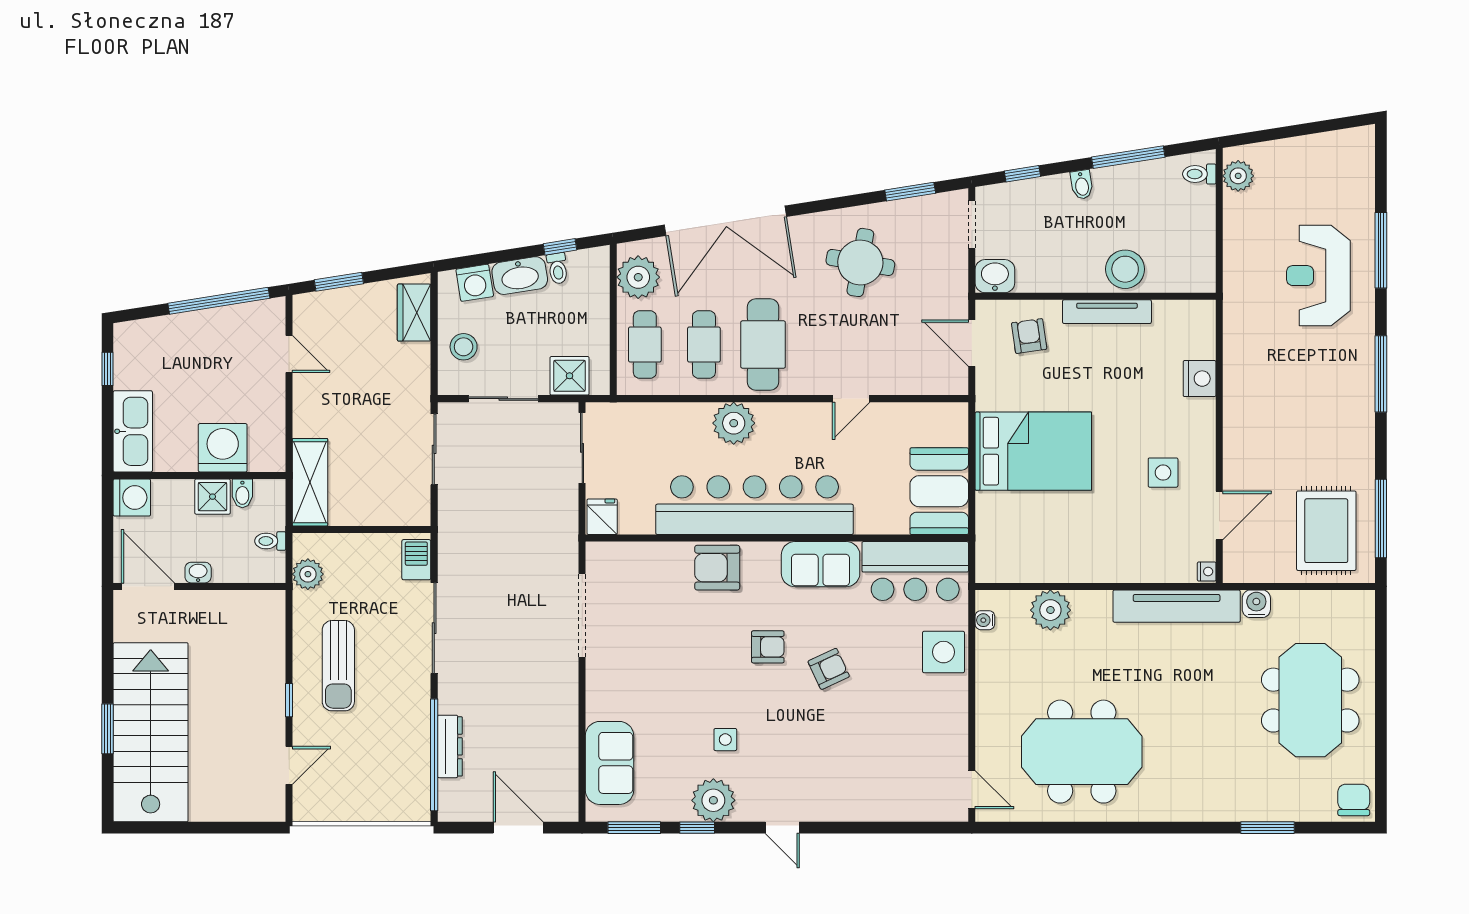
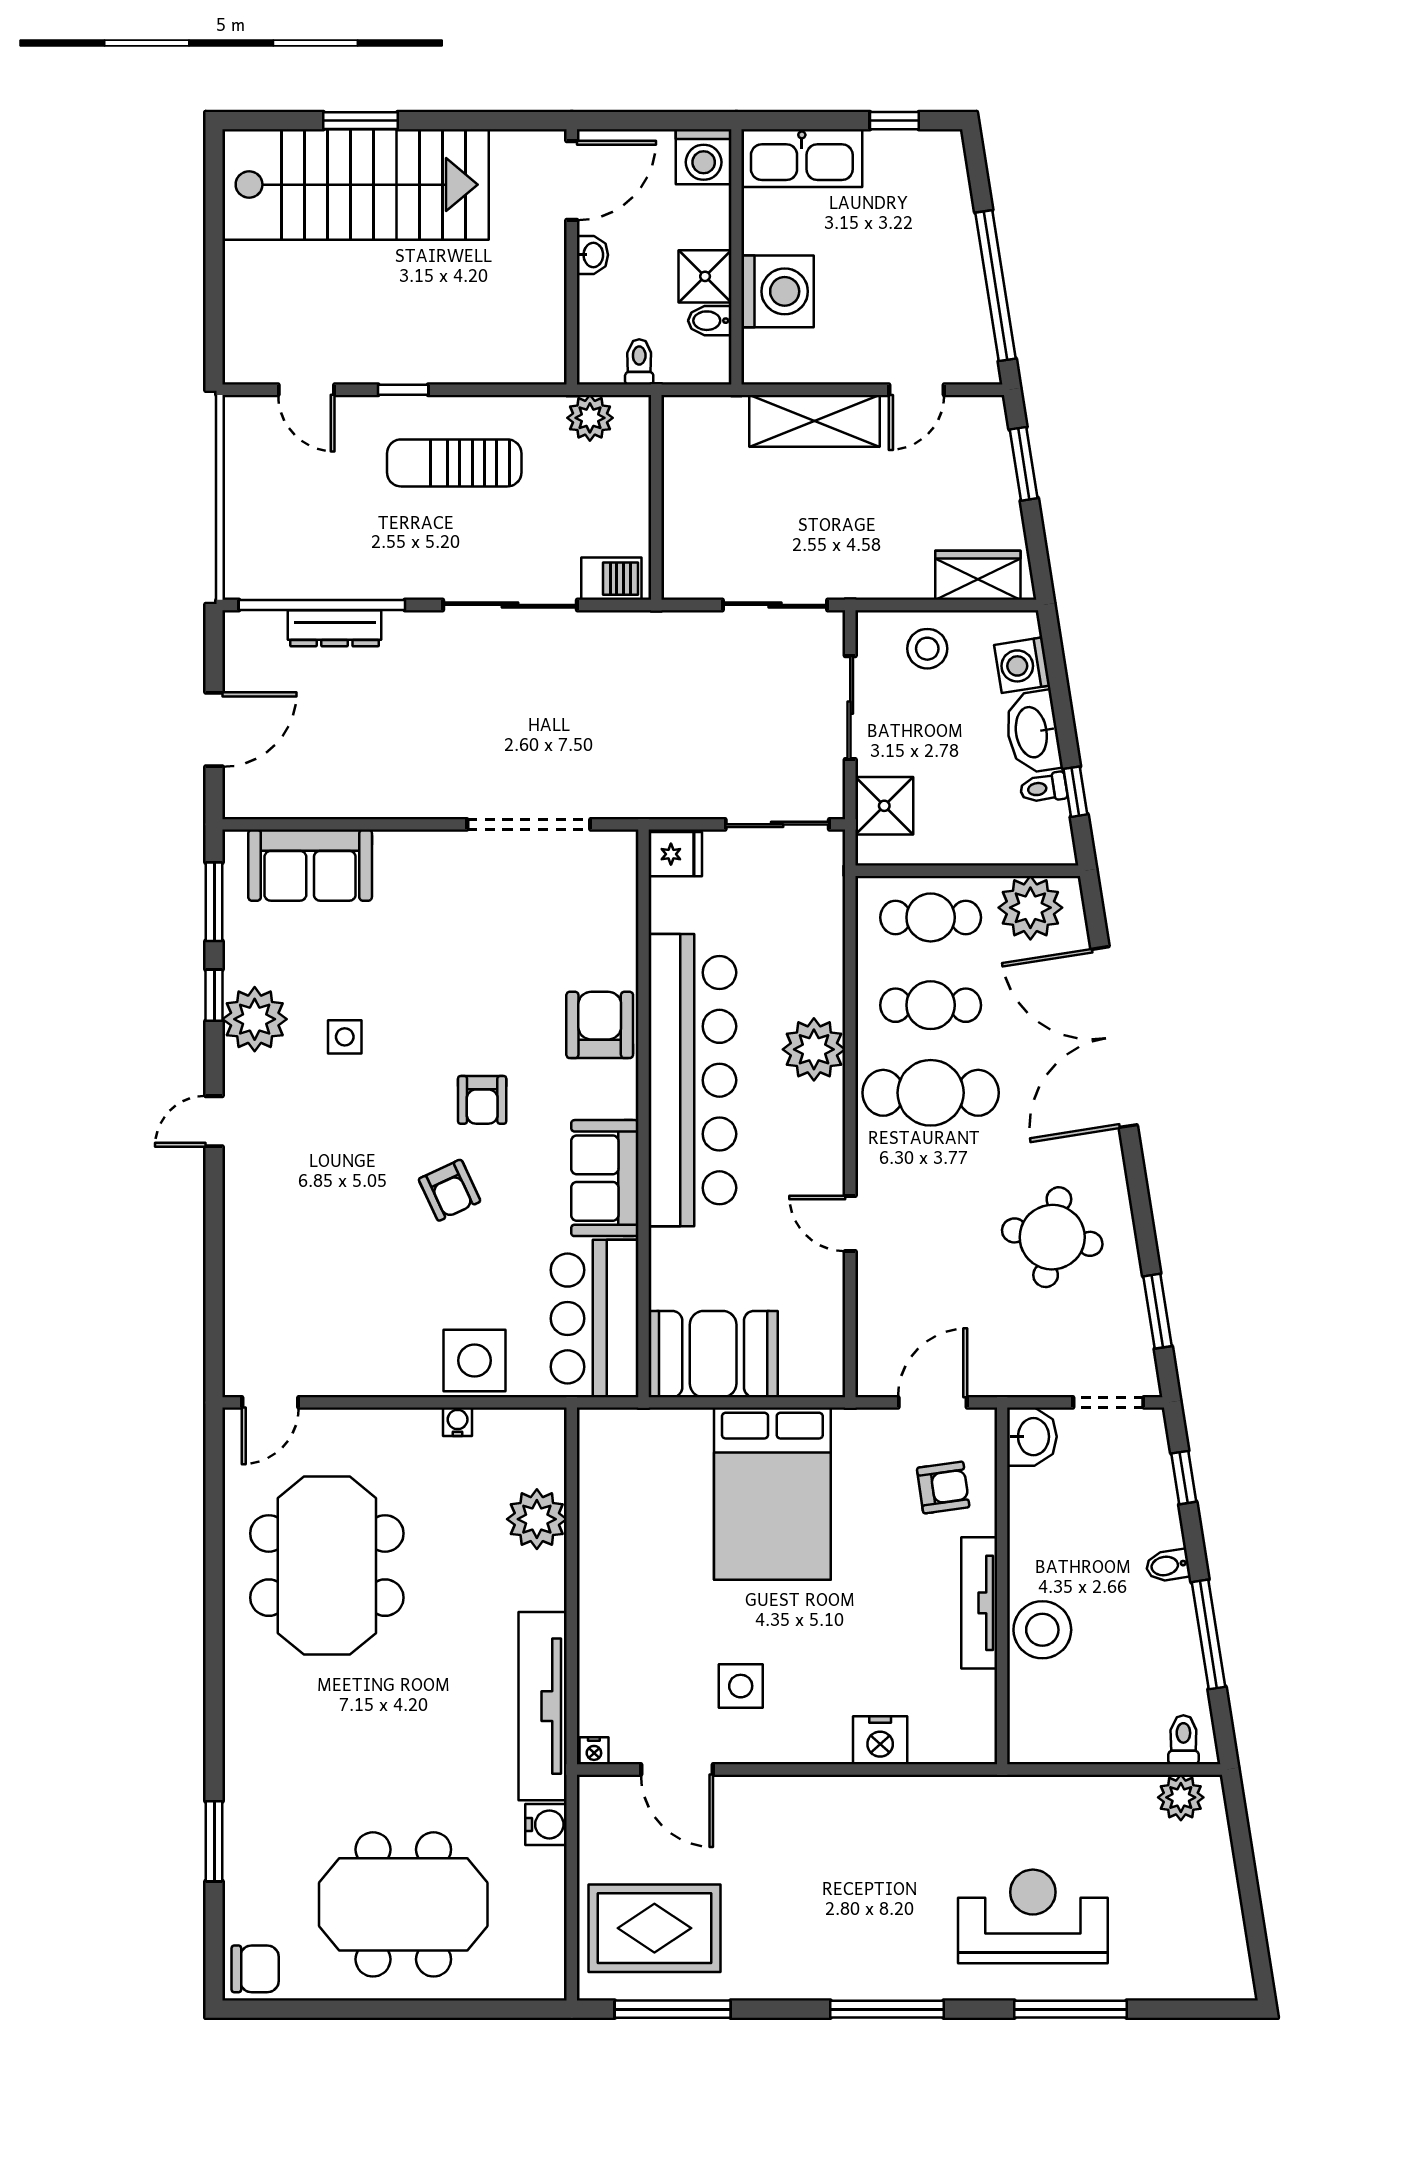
shelving: (310, 482) -> (815, 421), moved
water cooler: (985, 620) -> (458, 1422), moved

